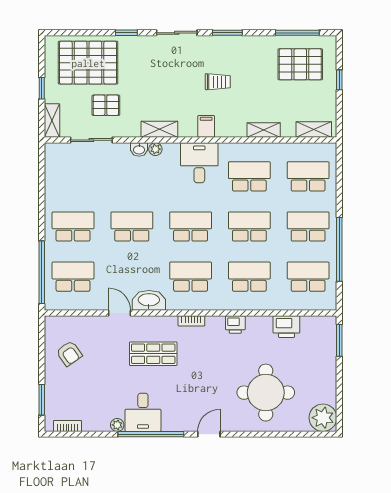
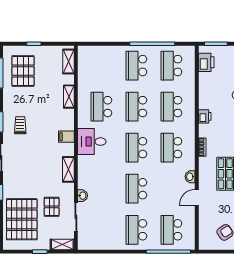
trolley: (218, 82) -> (20, 125), moved
washbasin: (139, 149) -> (82, 196), moved
plant: (155, 149) -> (82, 172), removed
school desk: (308, 176) -> (101, 66), removed
washbasin: (149, 300) -> (190, 177), width x0.52, depth x0.69
printer: (286, 327) -> (206, 62), moved

